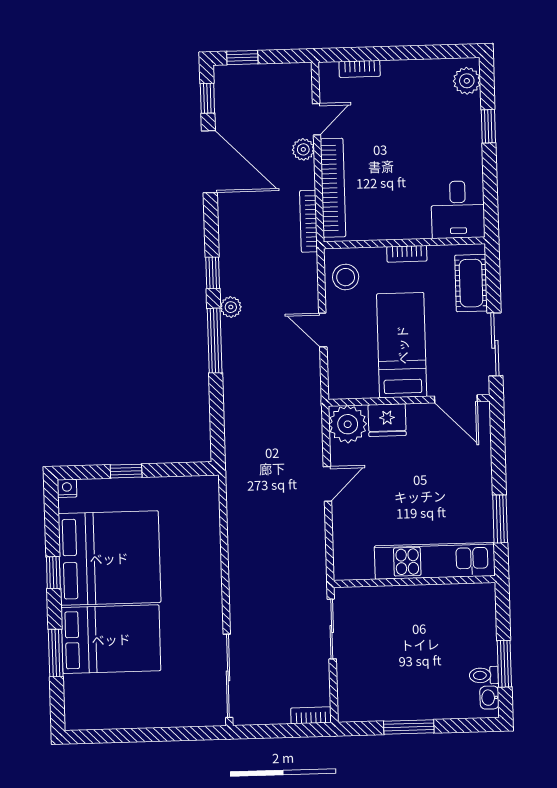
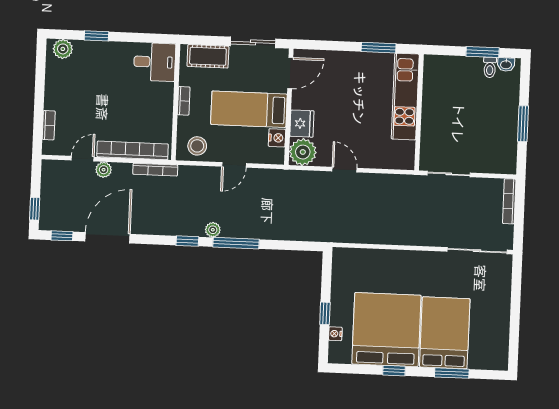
door: (317, 119) -> (83, 159), hinge flipped
nightstand: (365, 387) -> (277, 138), added
nightstand: (67, 488) -> (335, 334), moved
bookcase: (311, 715) -> (509, 201), width x1.56

